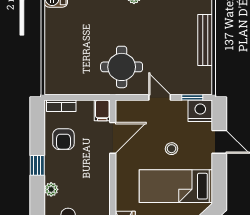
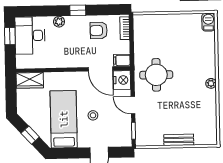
bench: (205, 40) -> (179, 140), width x0.73
door: (160, 97) -> (133, 105), swing flipped
nightstand: (200, 111) -> (122, 80), moved

